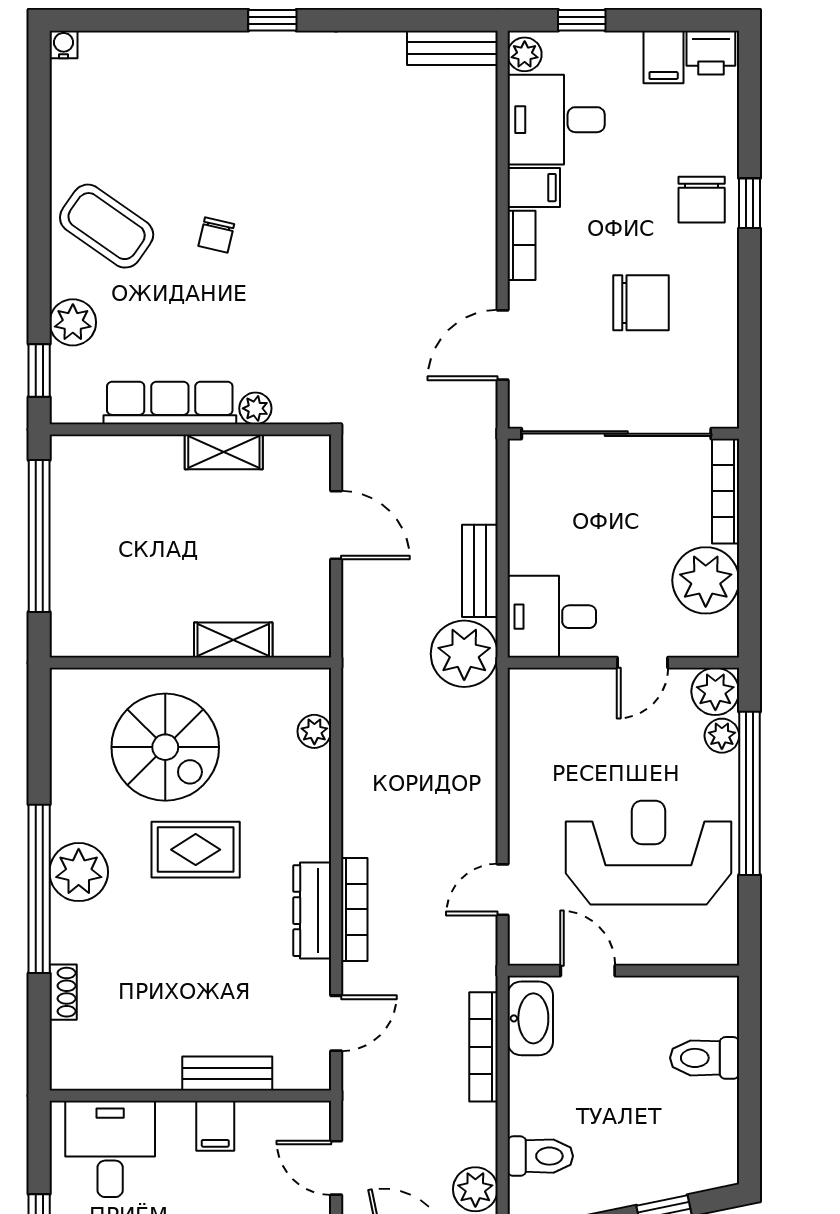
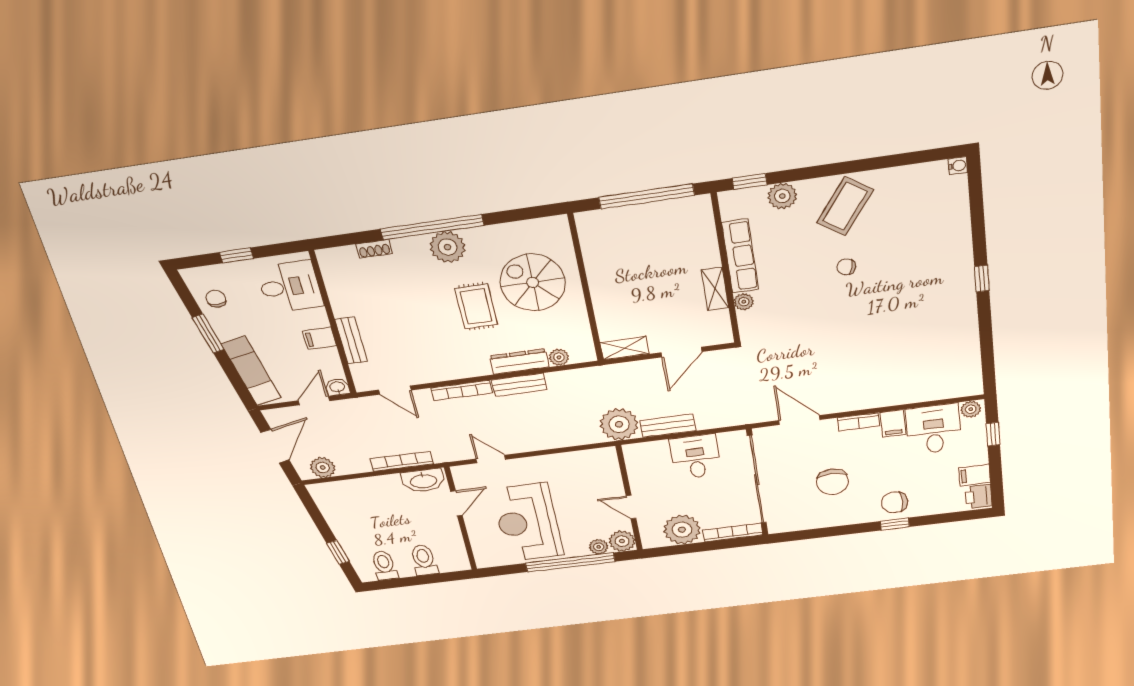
bench: (452, 48) -> (519, 385), moved, turned 90
desk: (552, 617) -> (696, 457), moved
shelving: (233, 640) -> (624, 348), moved, turned 90
spiral stairs: (165, 747) -> (533, 282), turned 90
reception desk: (648, 853) -> (528, 522), turned 180
dresser: (312, 911) -> (519, 361), moved
washbasin: (315, 1120) -> (337, 387), added
toilet: (540, 1156) -> (384, 566), moved, turned 180

